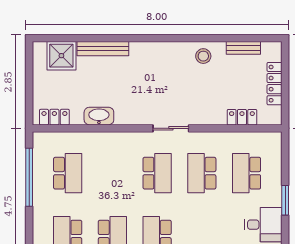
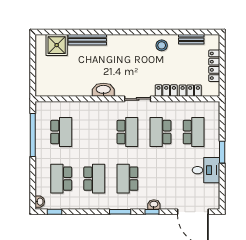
washbasin: (99, 116) -> (103, 90), moved
locker: (54, 117) -> (166, 91), moved
school desk: (247, 173) -> (194, 132), turned 180

